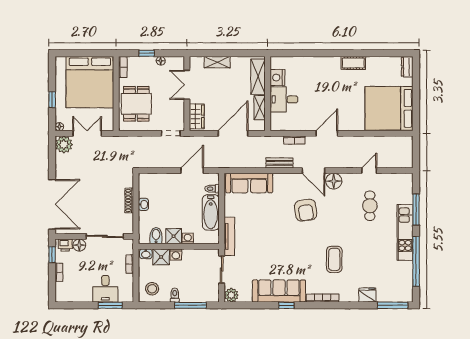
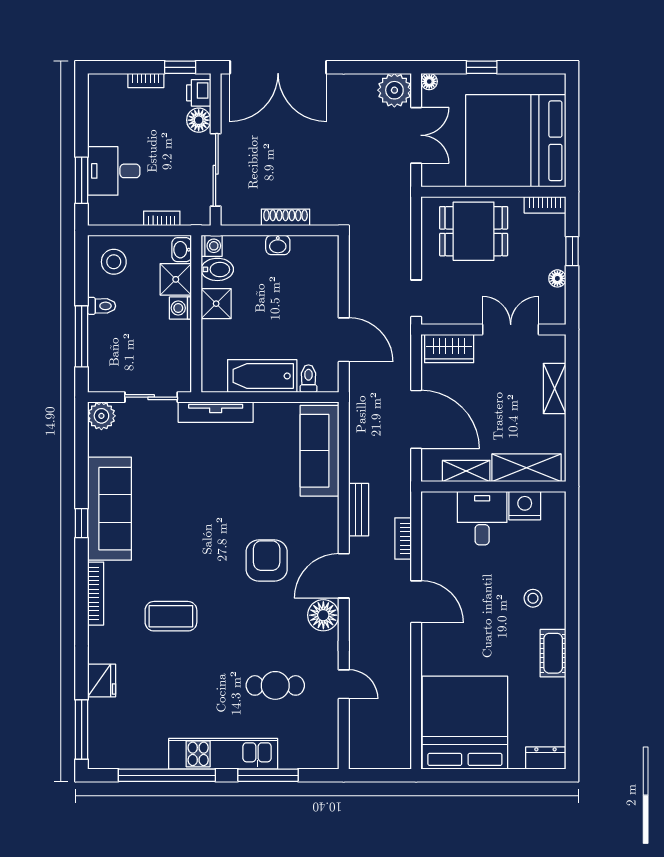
stool: (325, 73) -> (533, 598), added
armchair: (306, 210) -> (267, 561), turned 98
washing machine: (188, 238) -> (212, 246), moved

